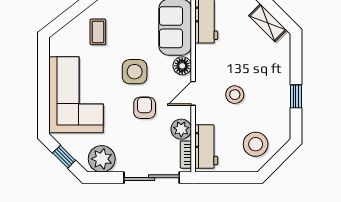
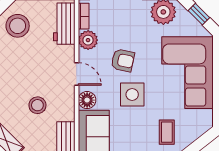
door: (193, 93) -> (77, 74), hinge flipped
stool: (235, 95) -> (37, 105), moved
armchair: (145, 108) -> (123, 60), turned -78

